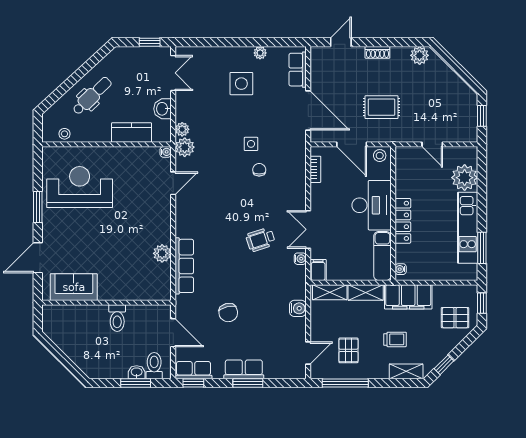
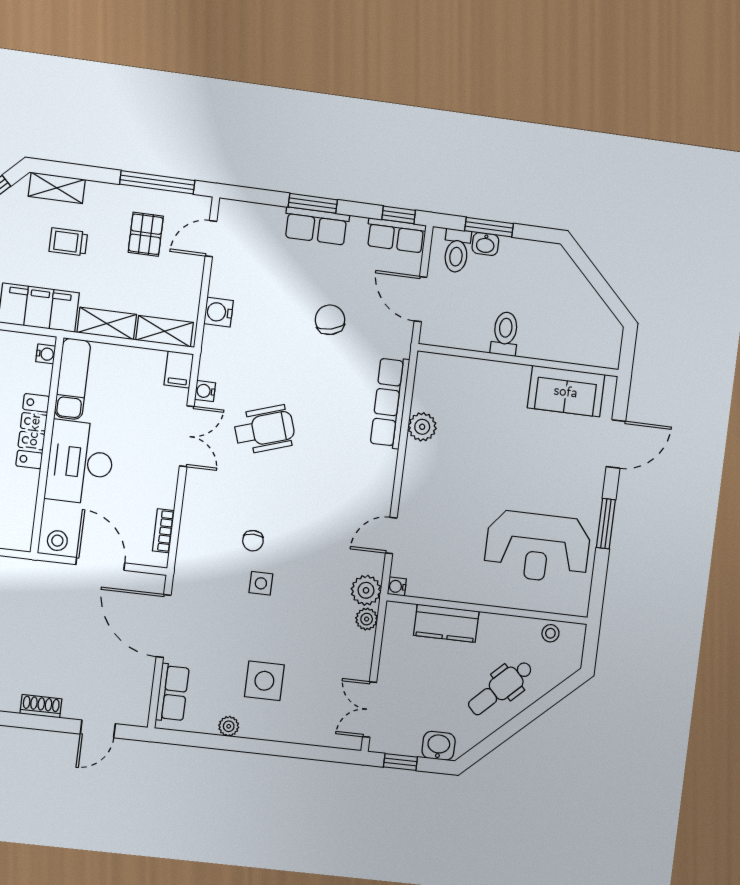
rug: (381, 107) -> (45, 618), removed
washbasin: (163, 109) -> (439, 746), moved, turned -90
wheelchair: (261, 240) -> (265, 430), width x1.36, depth x1.37

